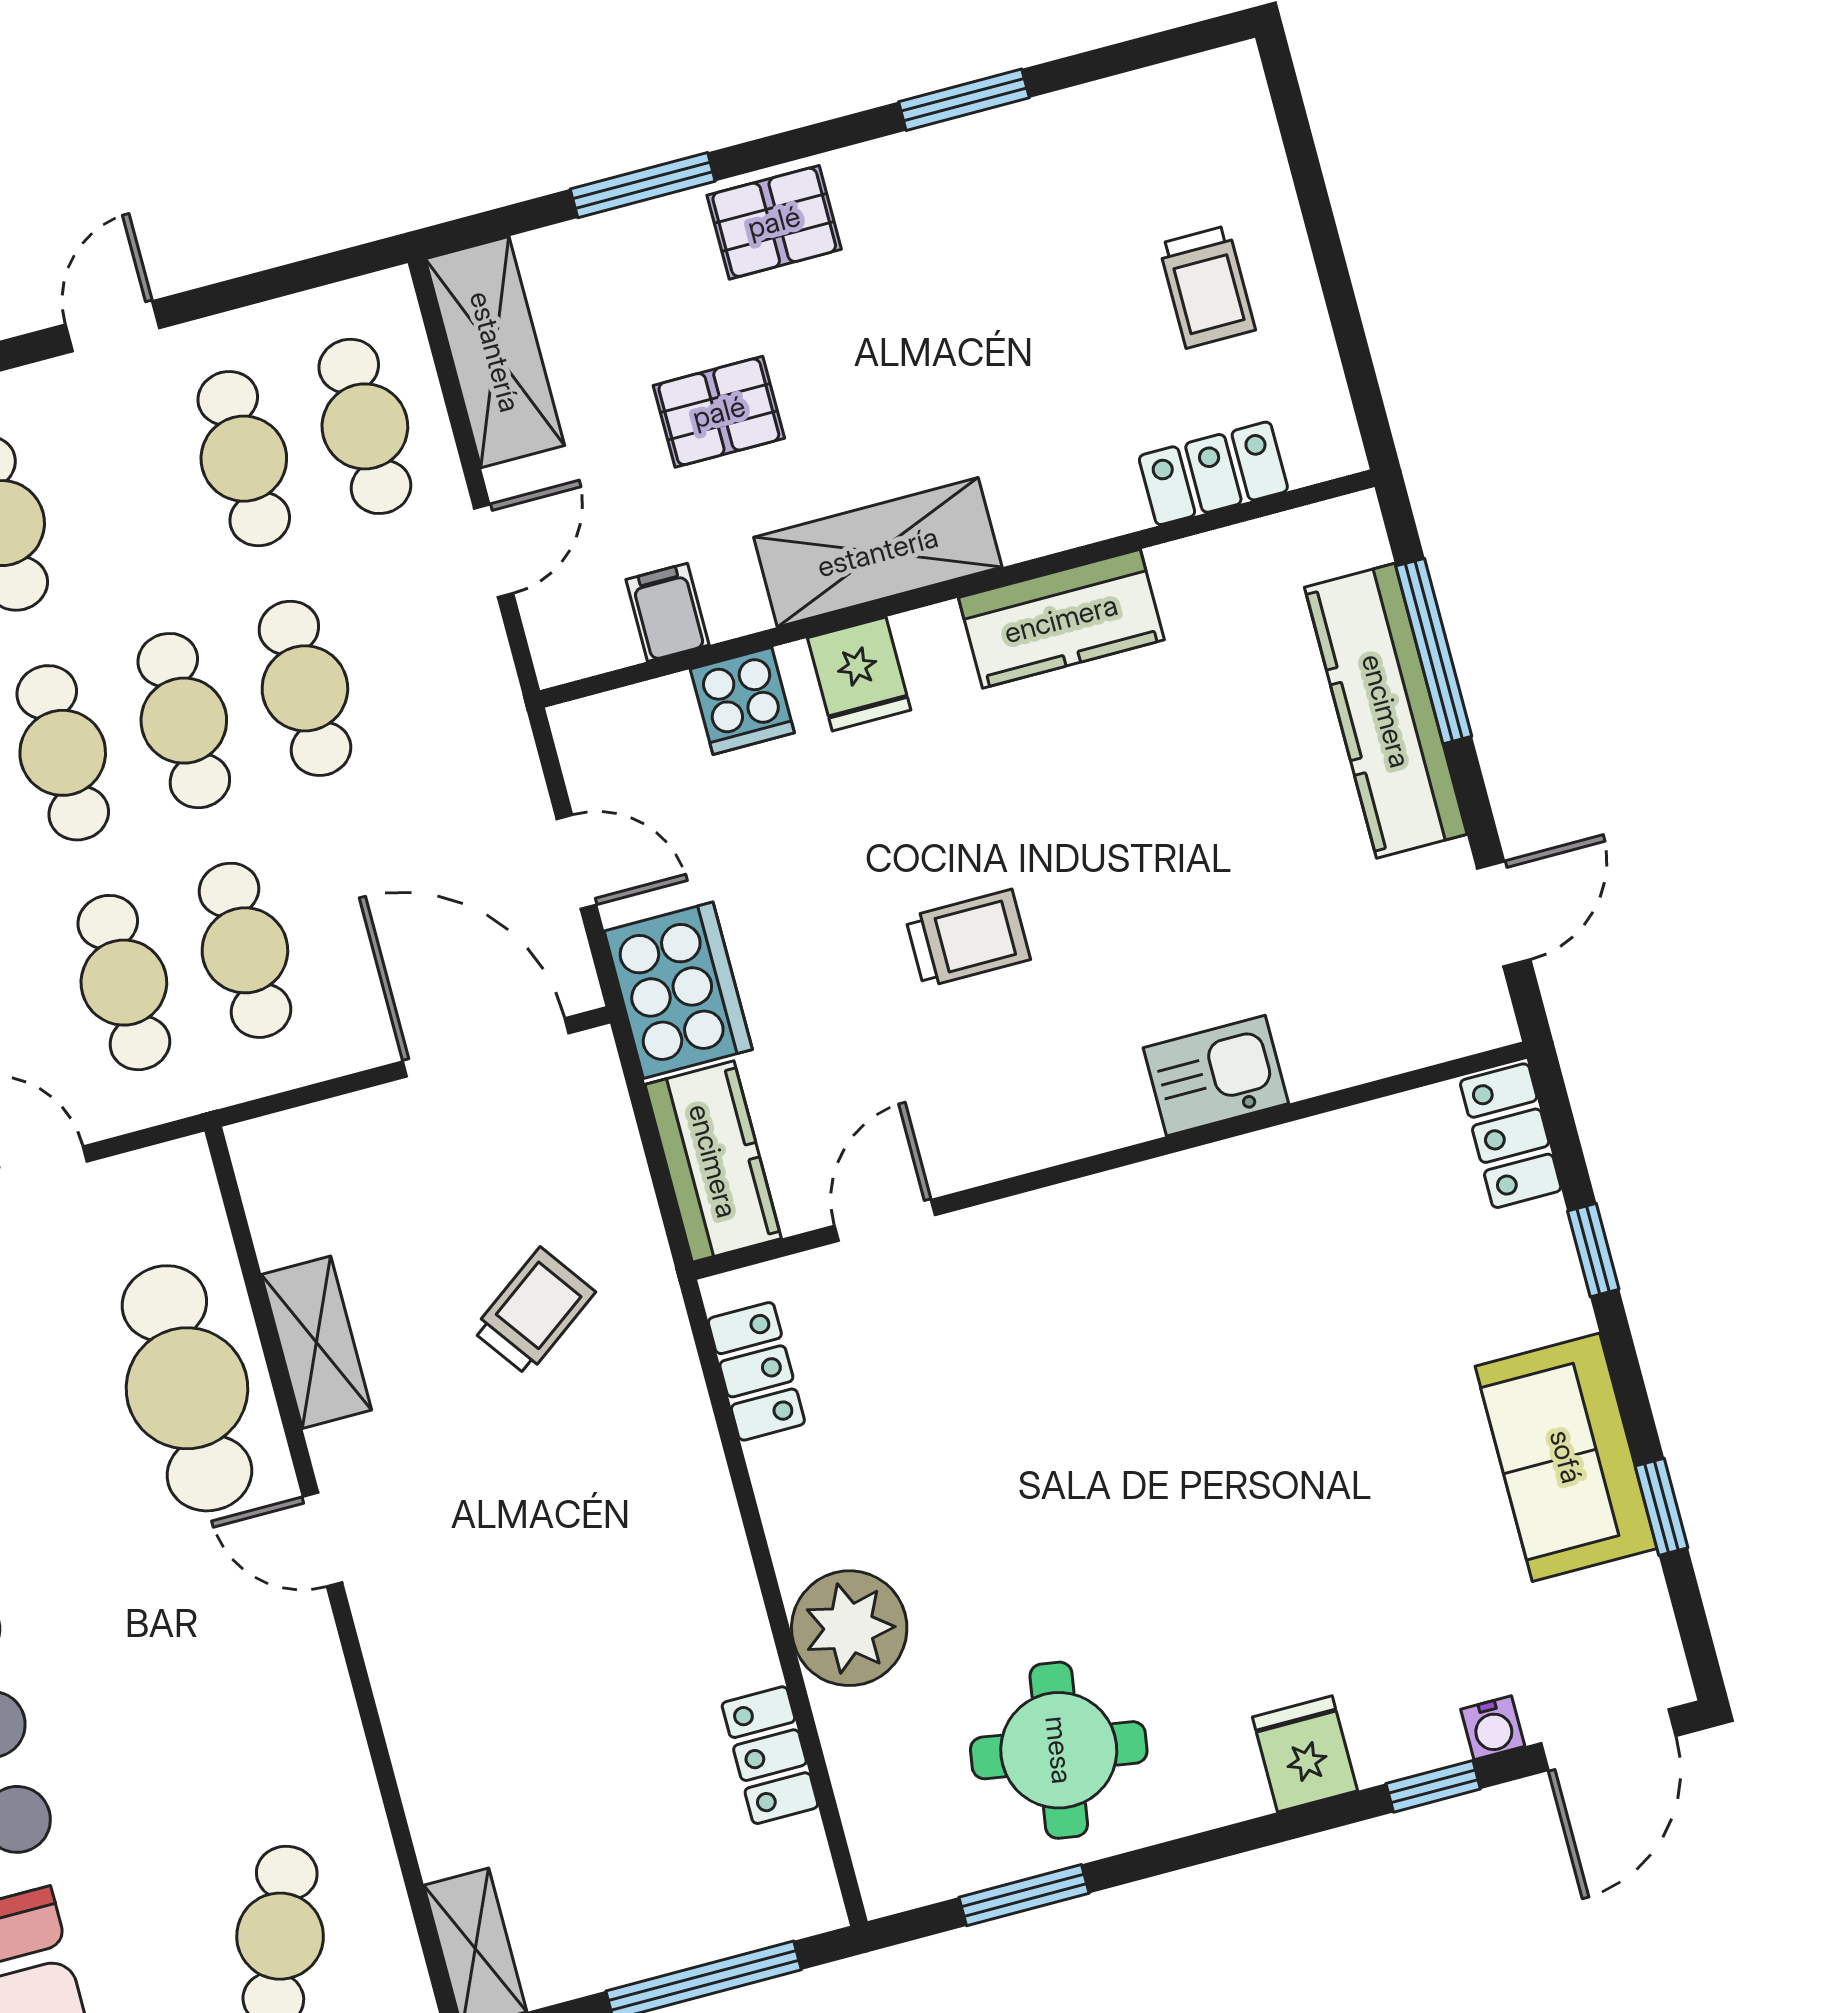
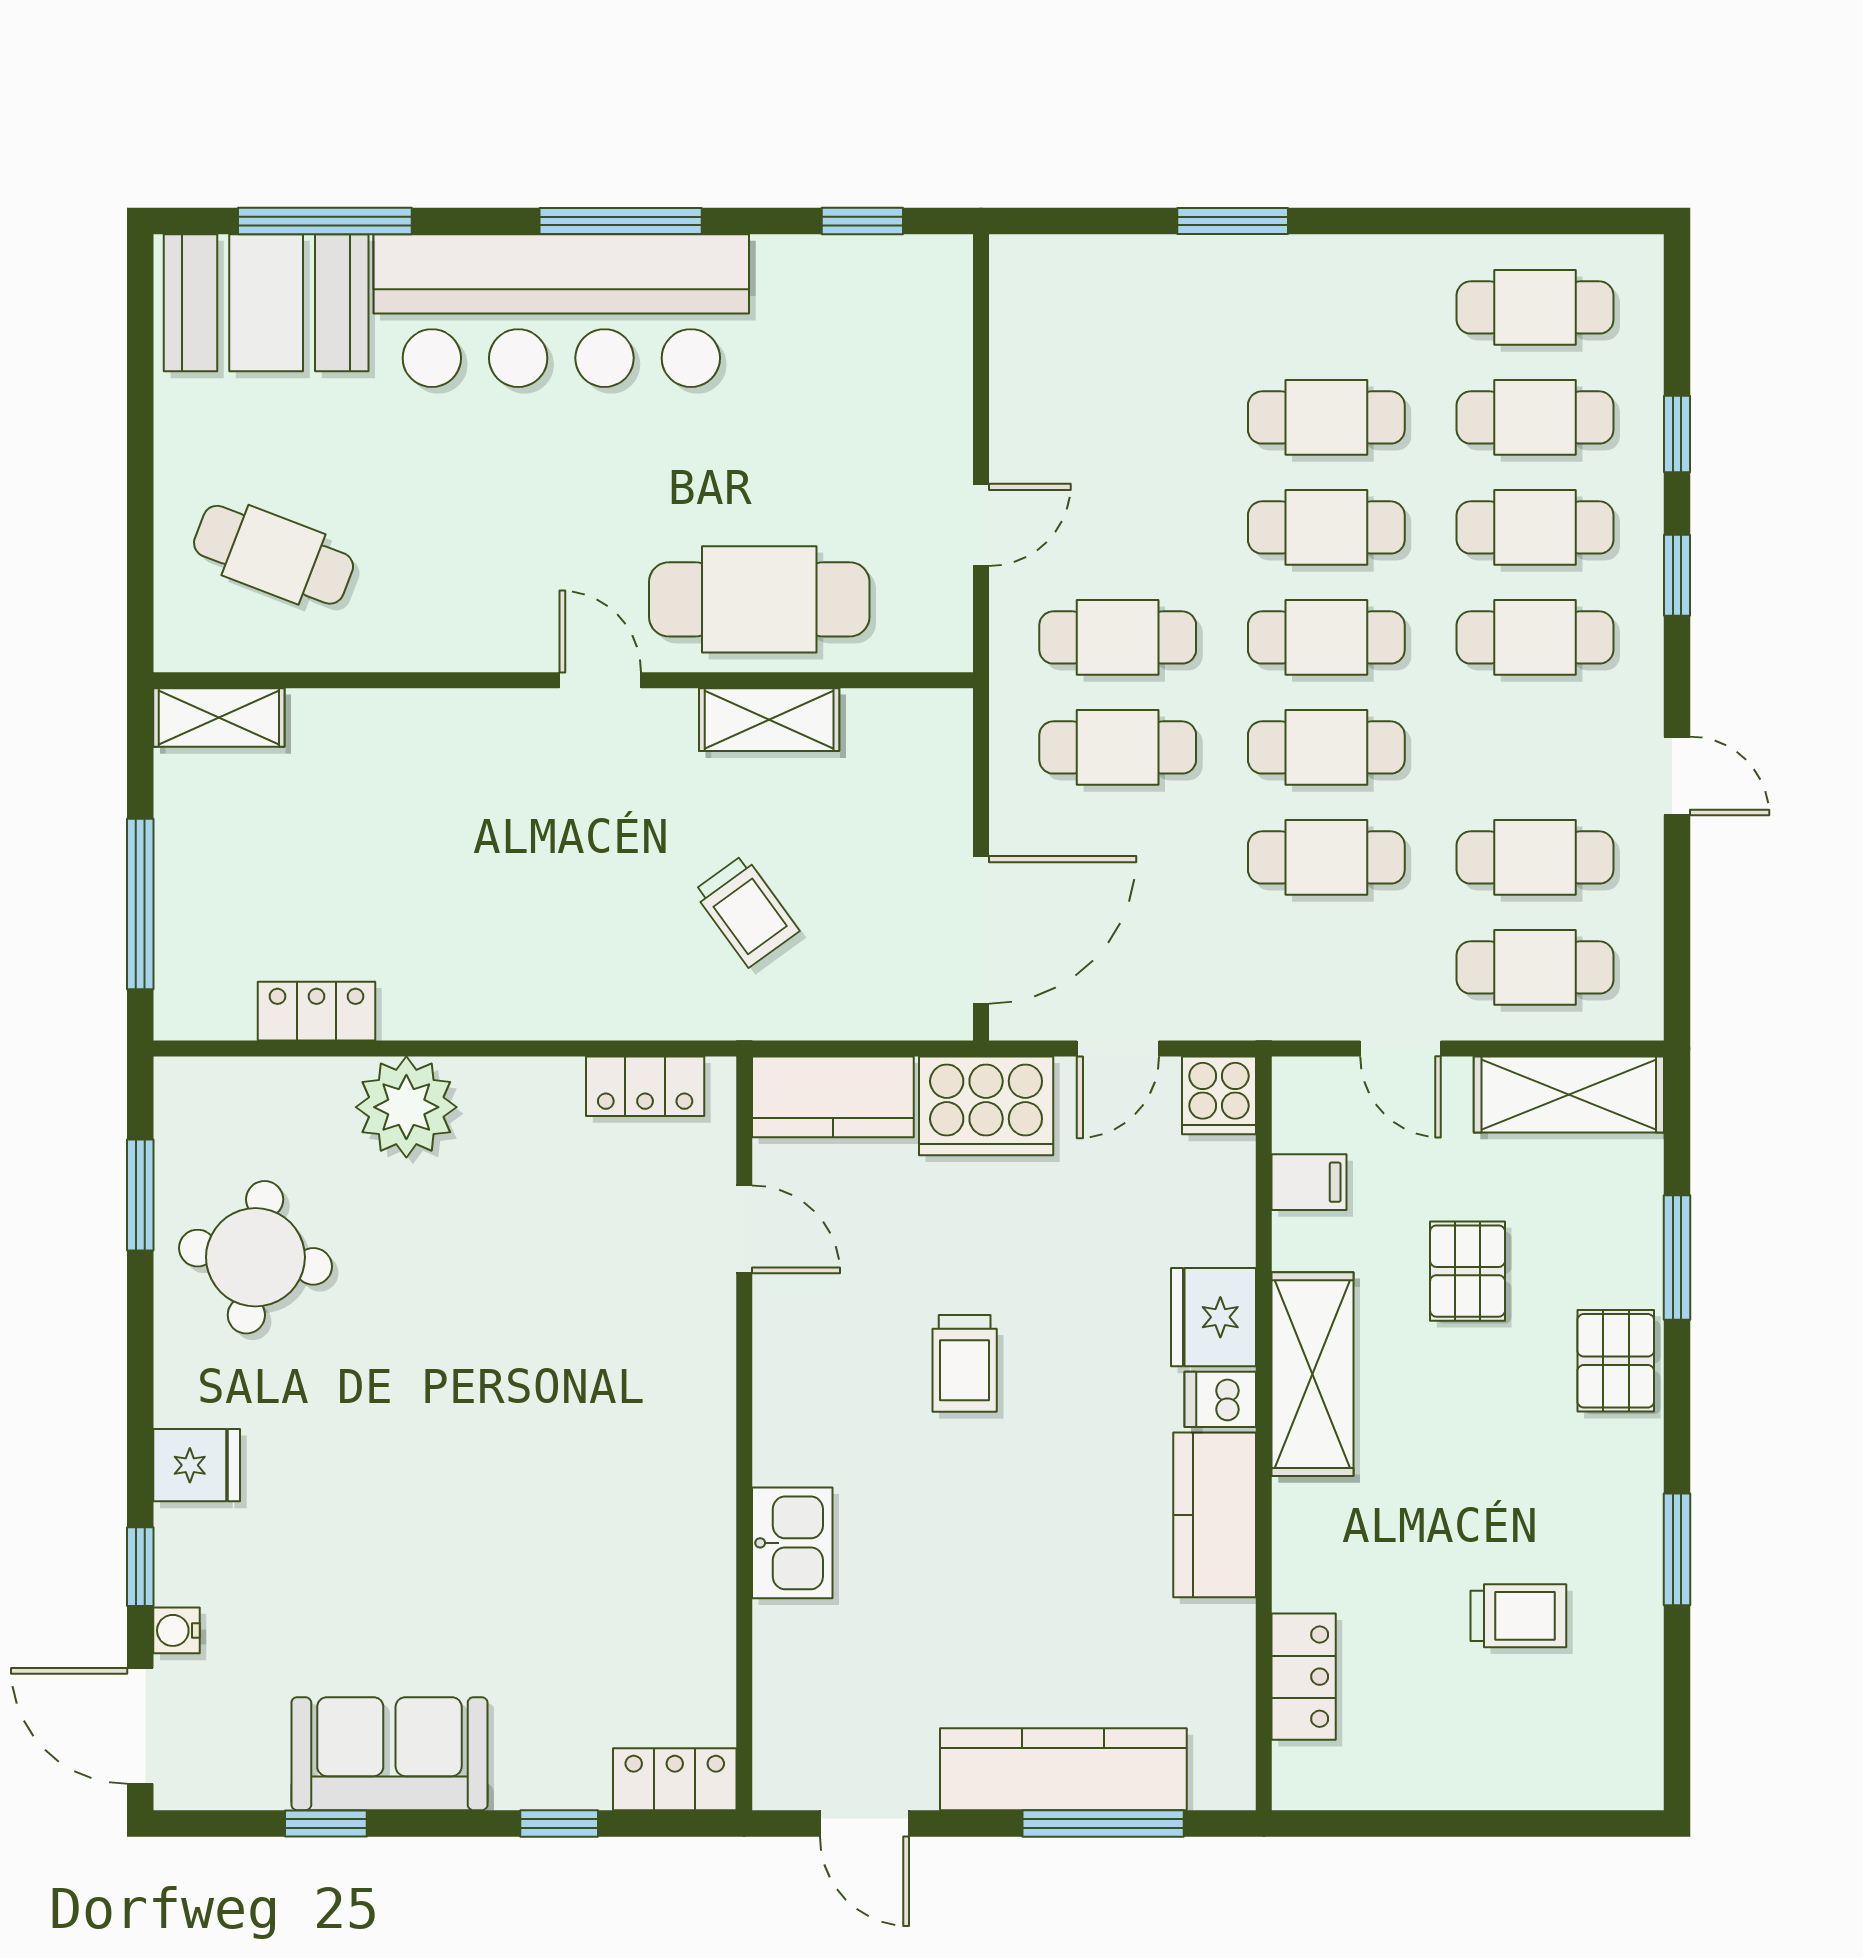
trolley: (1207, 287) -> (1518, 1616), moved, turned 180
dishwasher: (933, 646) -> (1220, 1399), added
fridge: (859, 674) -> (1213, 1317), width x1.38
cooker: (742, 701) -> (1219, 1095), moved, turned -90
door: (322, 1540) -> (600, 680), hinge flipped

